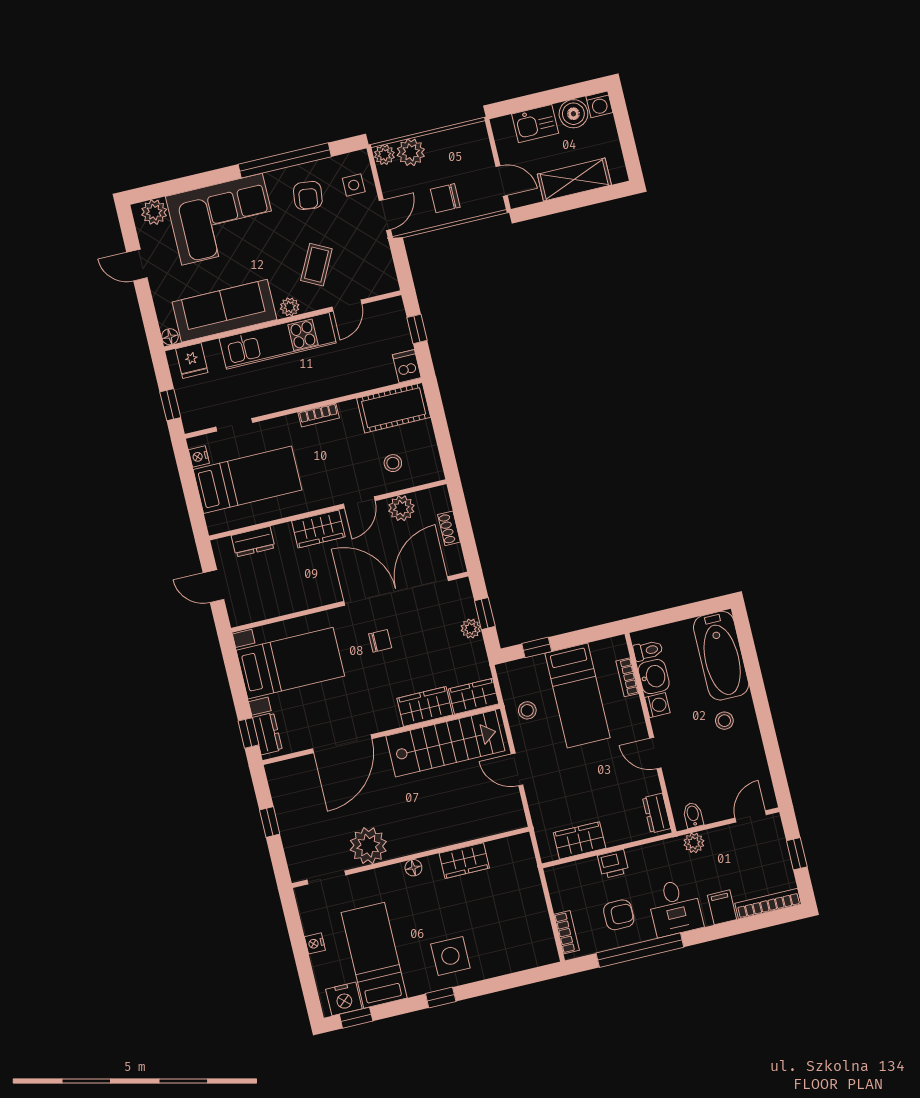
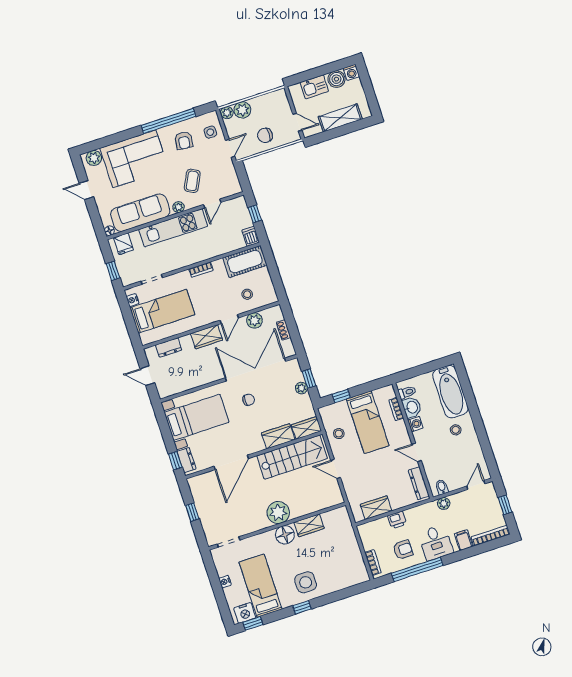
dresser: (657, 813) -> (419, 483), width x1.44
plant: (368, 846) -> (278, 513), moved
floor lamp: (413, 868) -> (285, 535), width x1.89, depth x1.89

